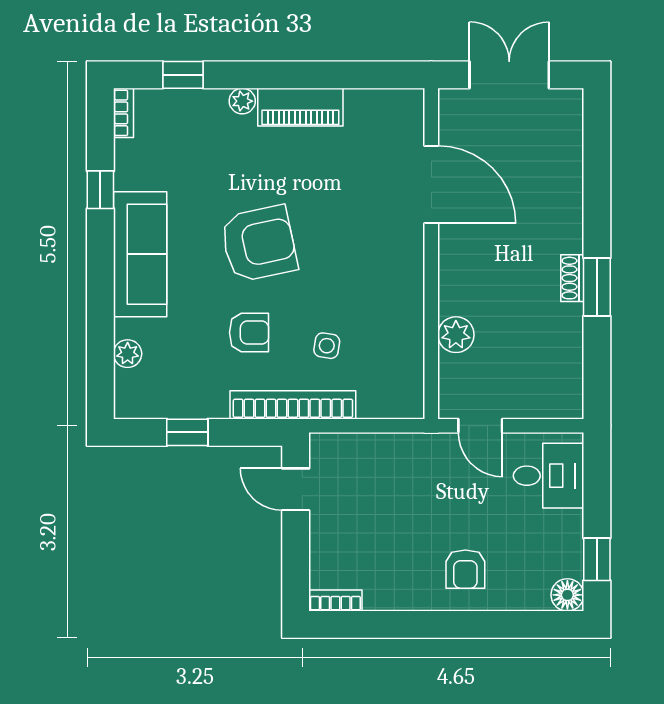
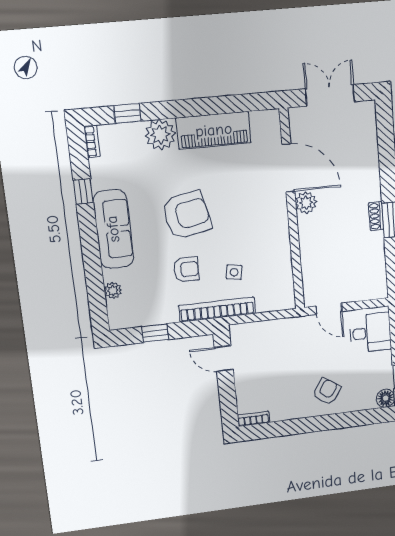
plant: (242, 101) -> (160, 135), width x1.88, depth x1.88
piano: (300, 107) -> (214, 130), width x1.37, depth x1.33
plant: (456, 335) -> (306, 203), moved
armchair: (465, 569) -> (327, 391), turned -146

